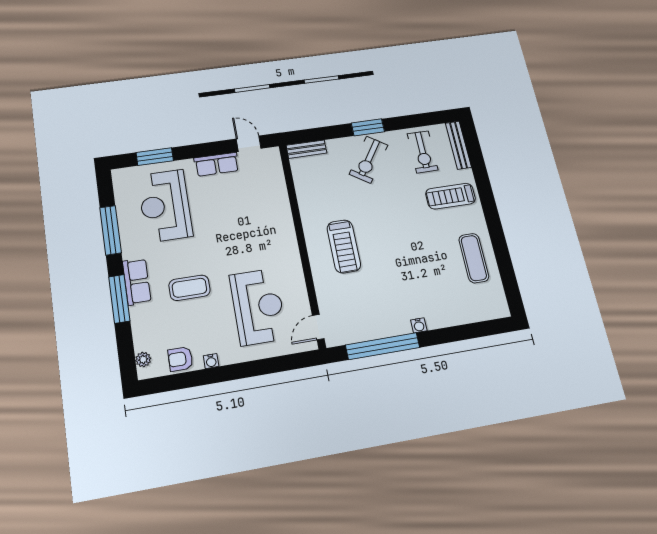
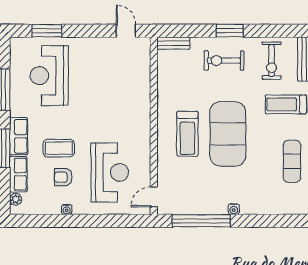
exercise bike: (369, 160) -> (224, 61), turned 56
row of seats: (217, 164) -> (18, 174), moved, turned -90
exercise mat: (392, 239) -> (228, 134), added
armchair: (180, 359) -> (63, 177), moved

